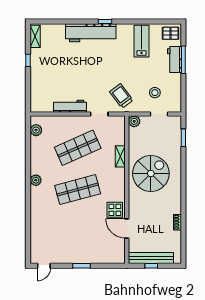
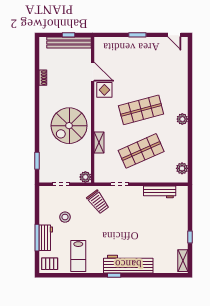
stool: (155, 93) -> (65, 217), moved
workbench: (70, 106) -> (160, 192), moved
door: (44, 266) -> (174, 35), swing flipped

